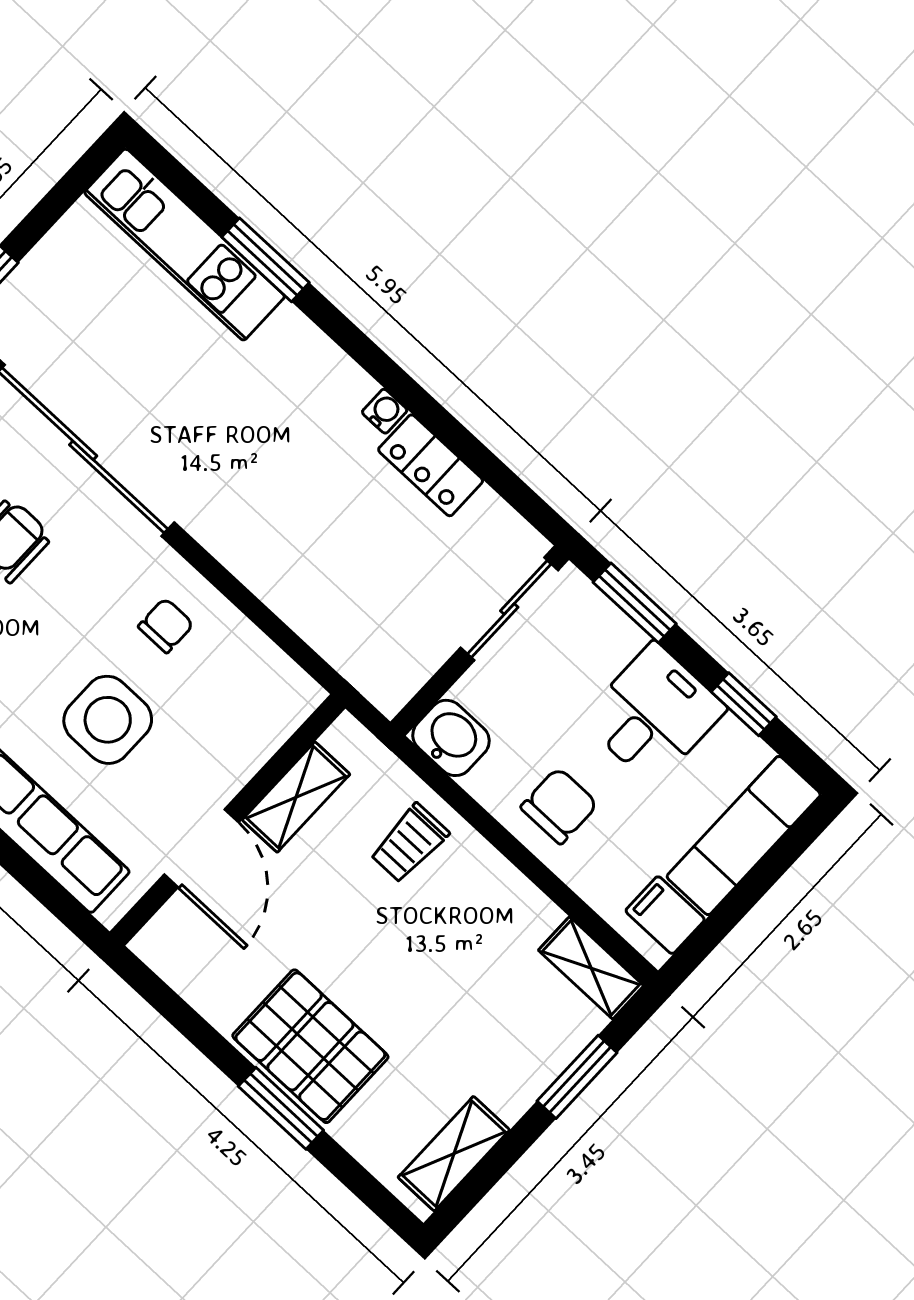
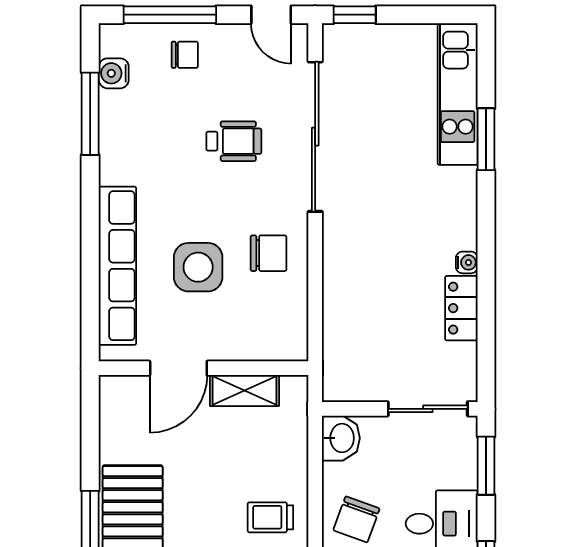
chair: (166, 626) -> (269, 253), width x1.37, depth x1.37
chair: (559, 806) -> (356, 519), turned 110
trolley: (409, 843) -> (270, 517), moved

